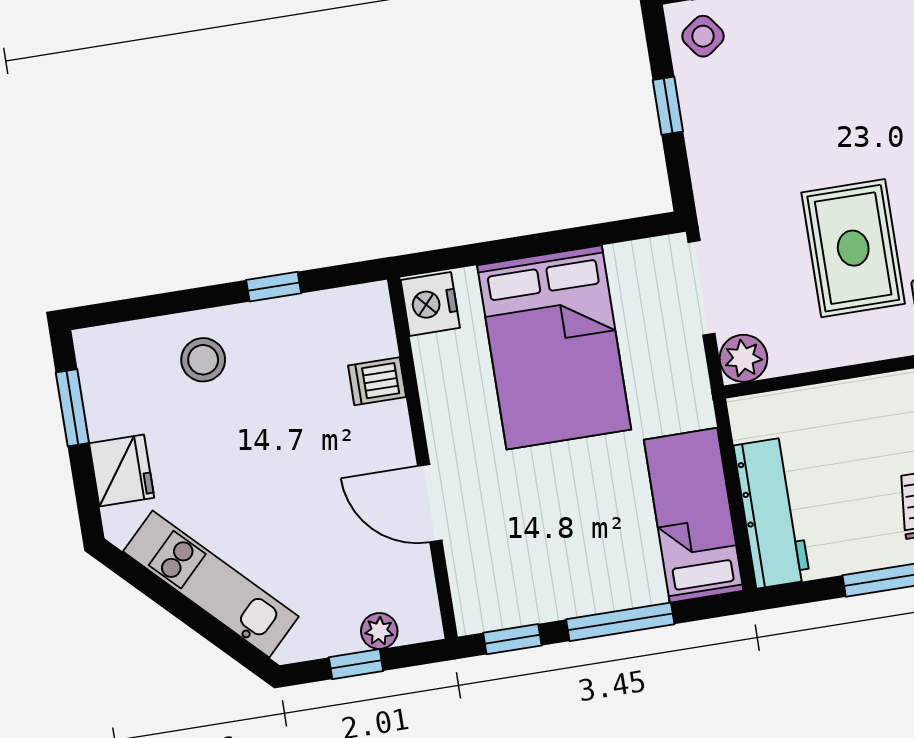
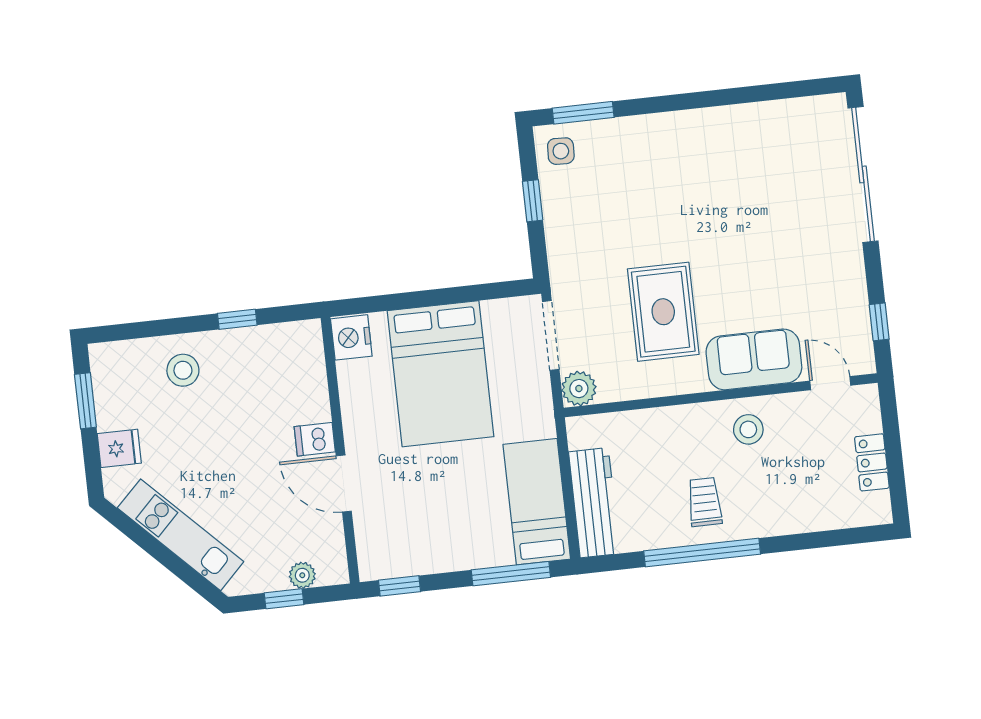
side table: (703, 36) -> (561, 151), turned 38
dishwasher: (377, 381) -> (315, 439), moved
fridge: (122, 470) -> (119, 448), width x0.72
window: (620, 622) -> (511, 574), moved

